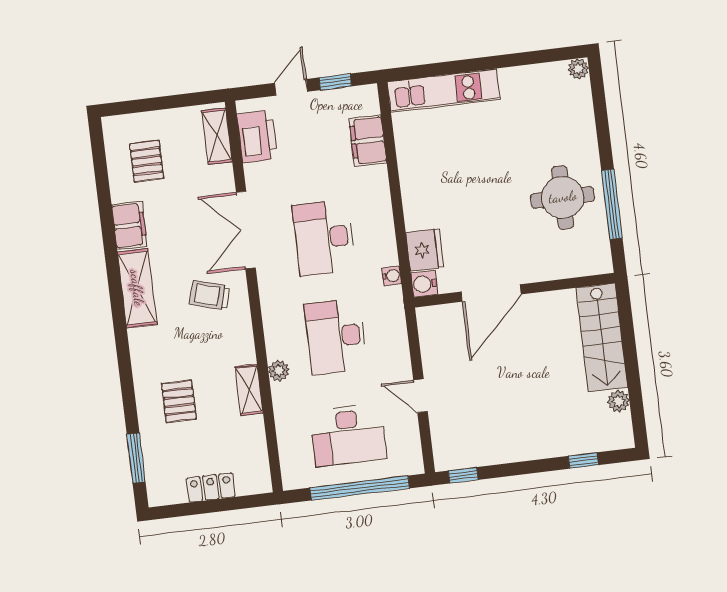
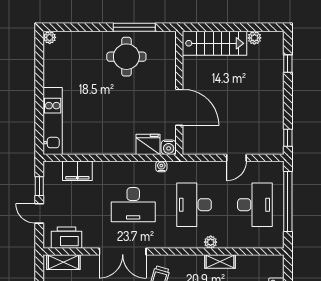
desk: (336, 336) -> (194, 205), turned 90

